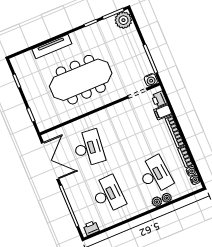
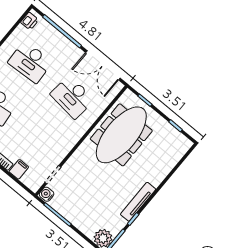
tv unit: (52, 47) -> (138, 202), moved
meeting table: (81, 80) -> (121, 135), moved
printer: (159, 99) -> (29, 180), removed

